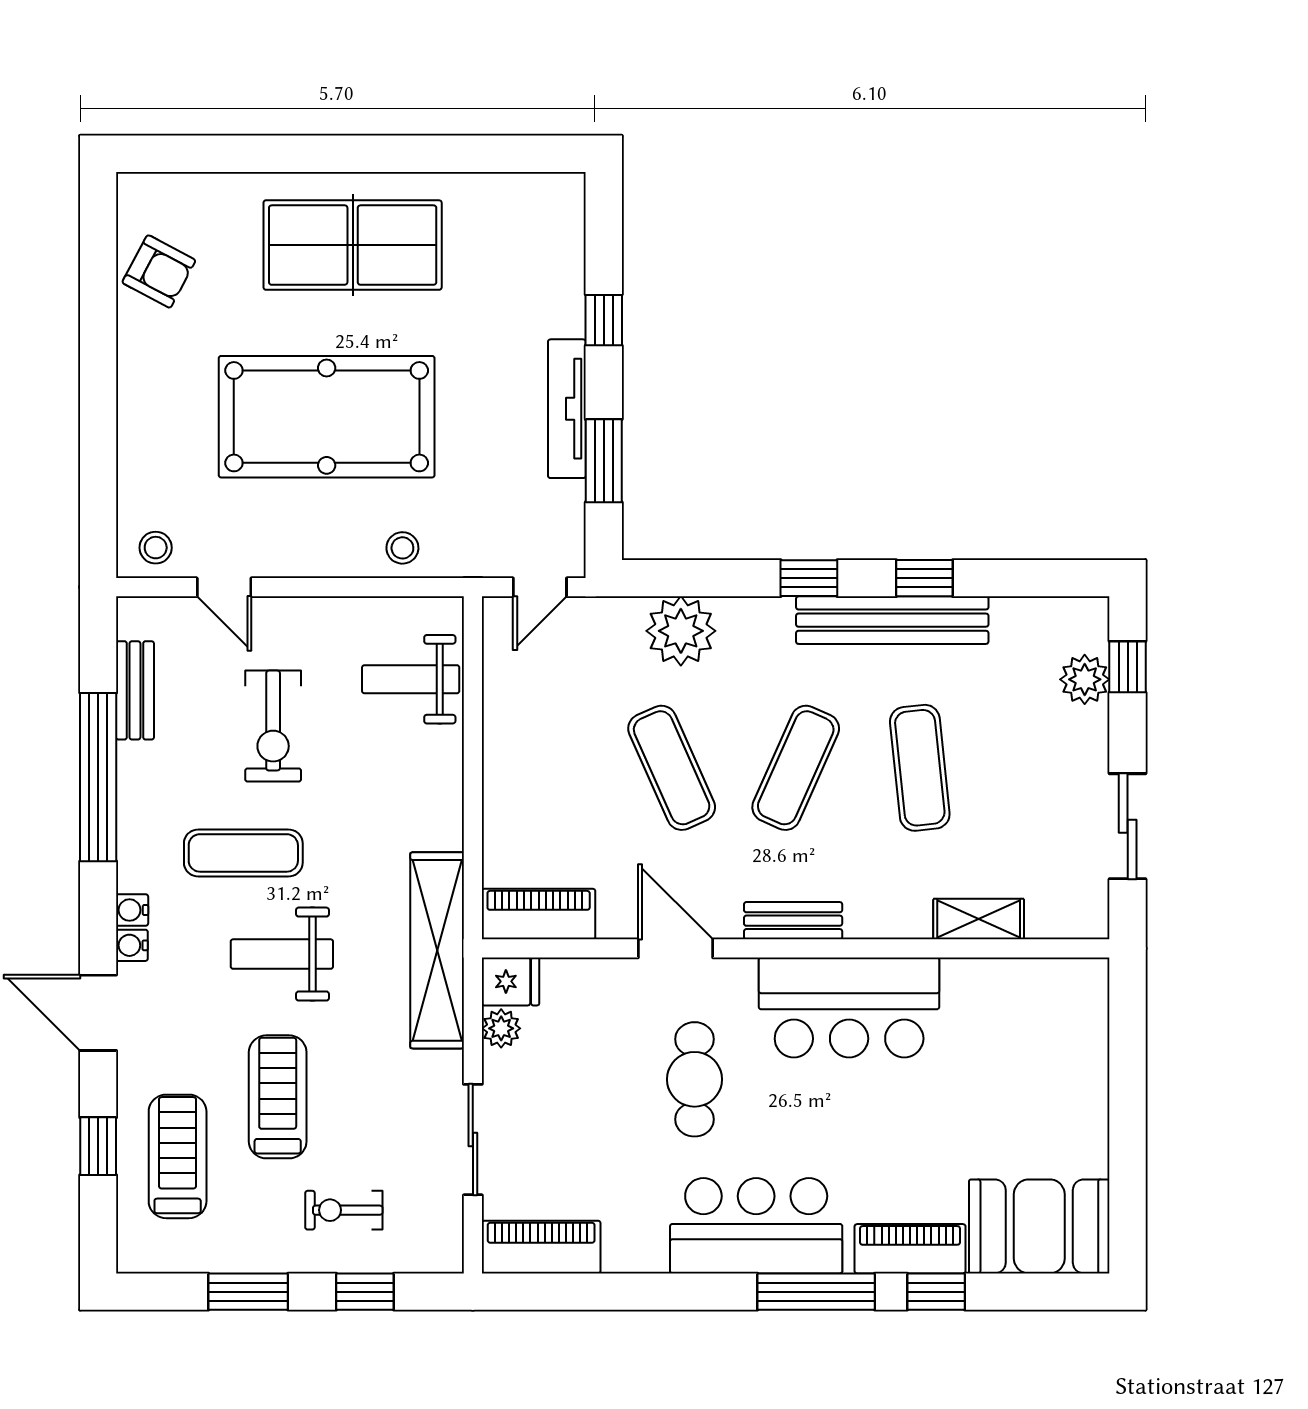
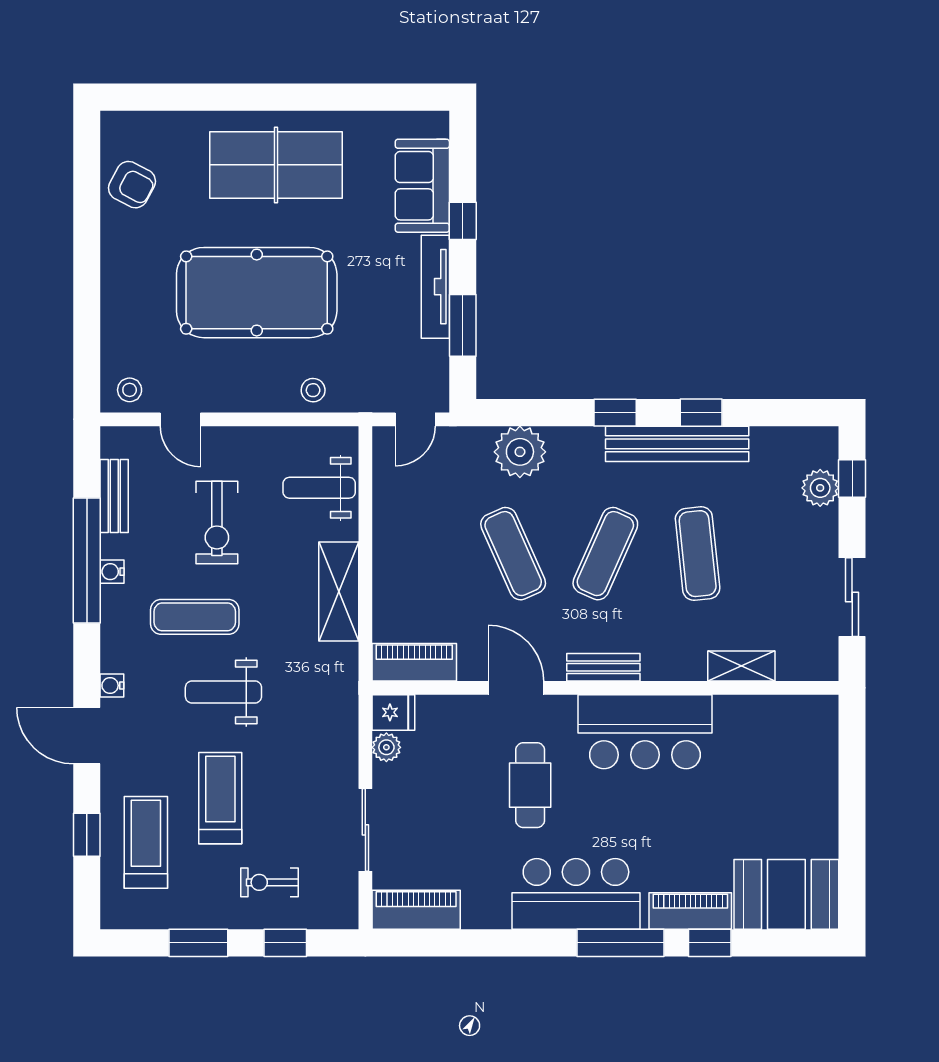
sofa: (549, 273) -> (422, 186), added
water cooler: (132, 910) -> (112, 572), moved
shelving: (437, 950) -> (339, 591), moved, width x0.68

